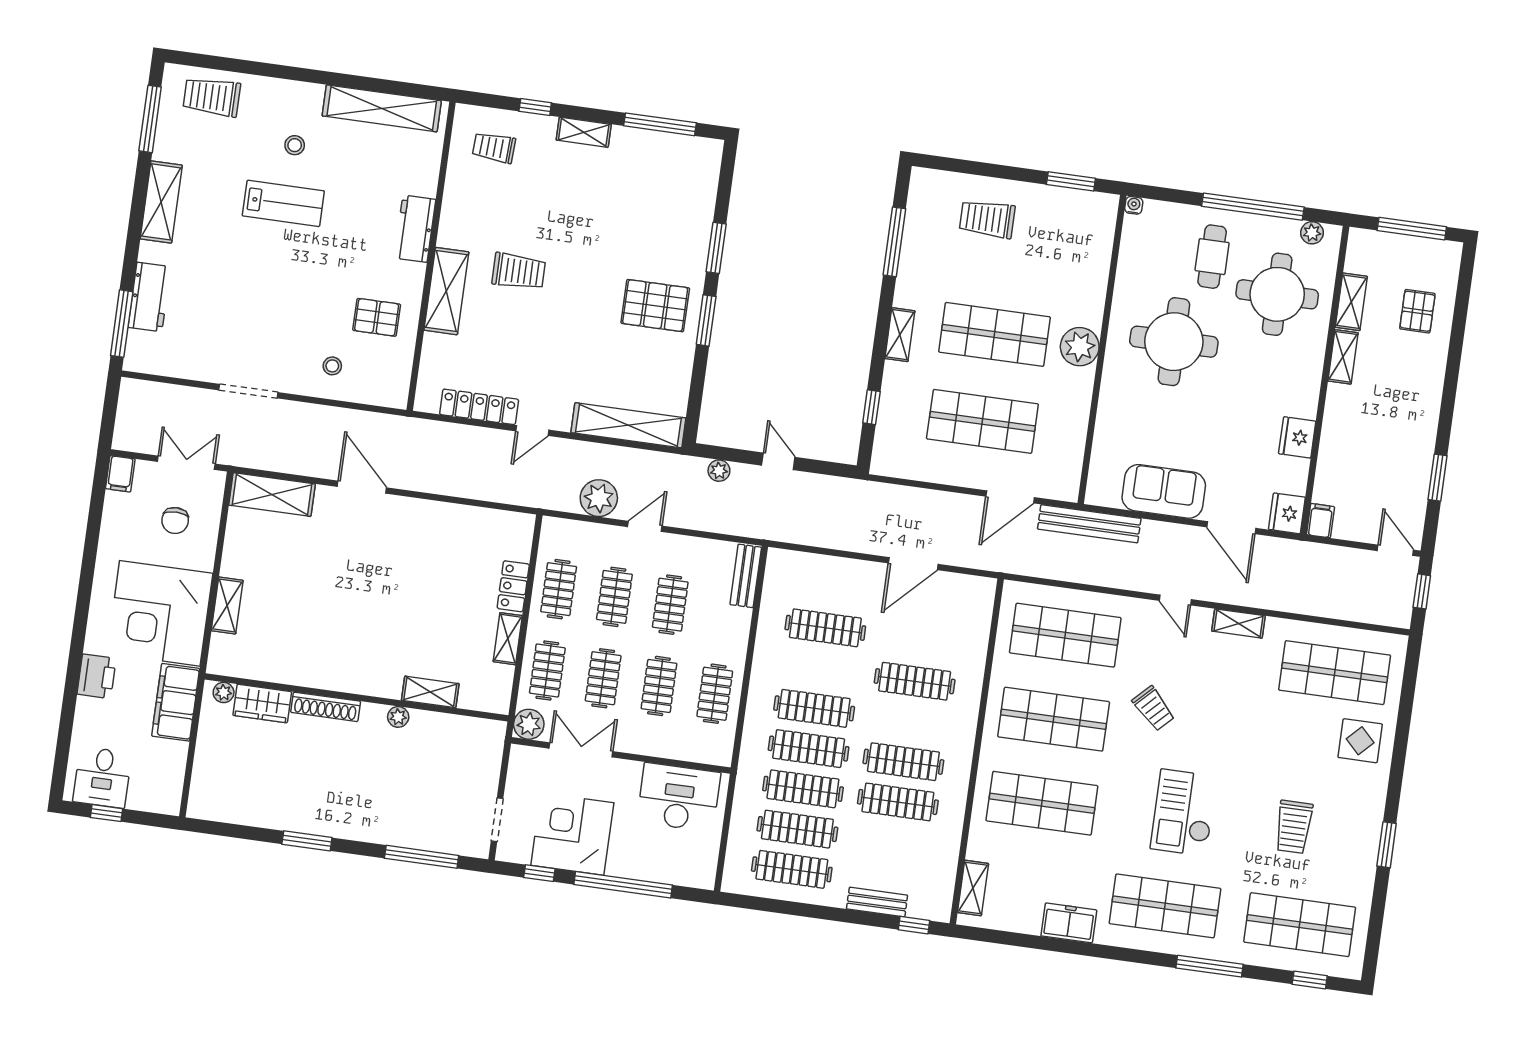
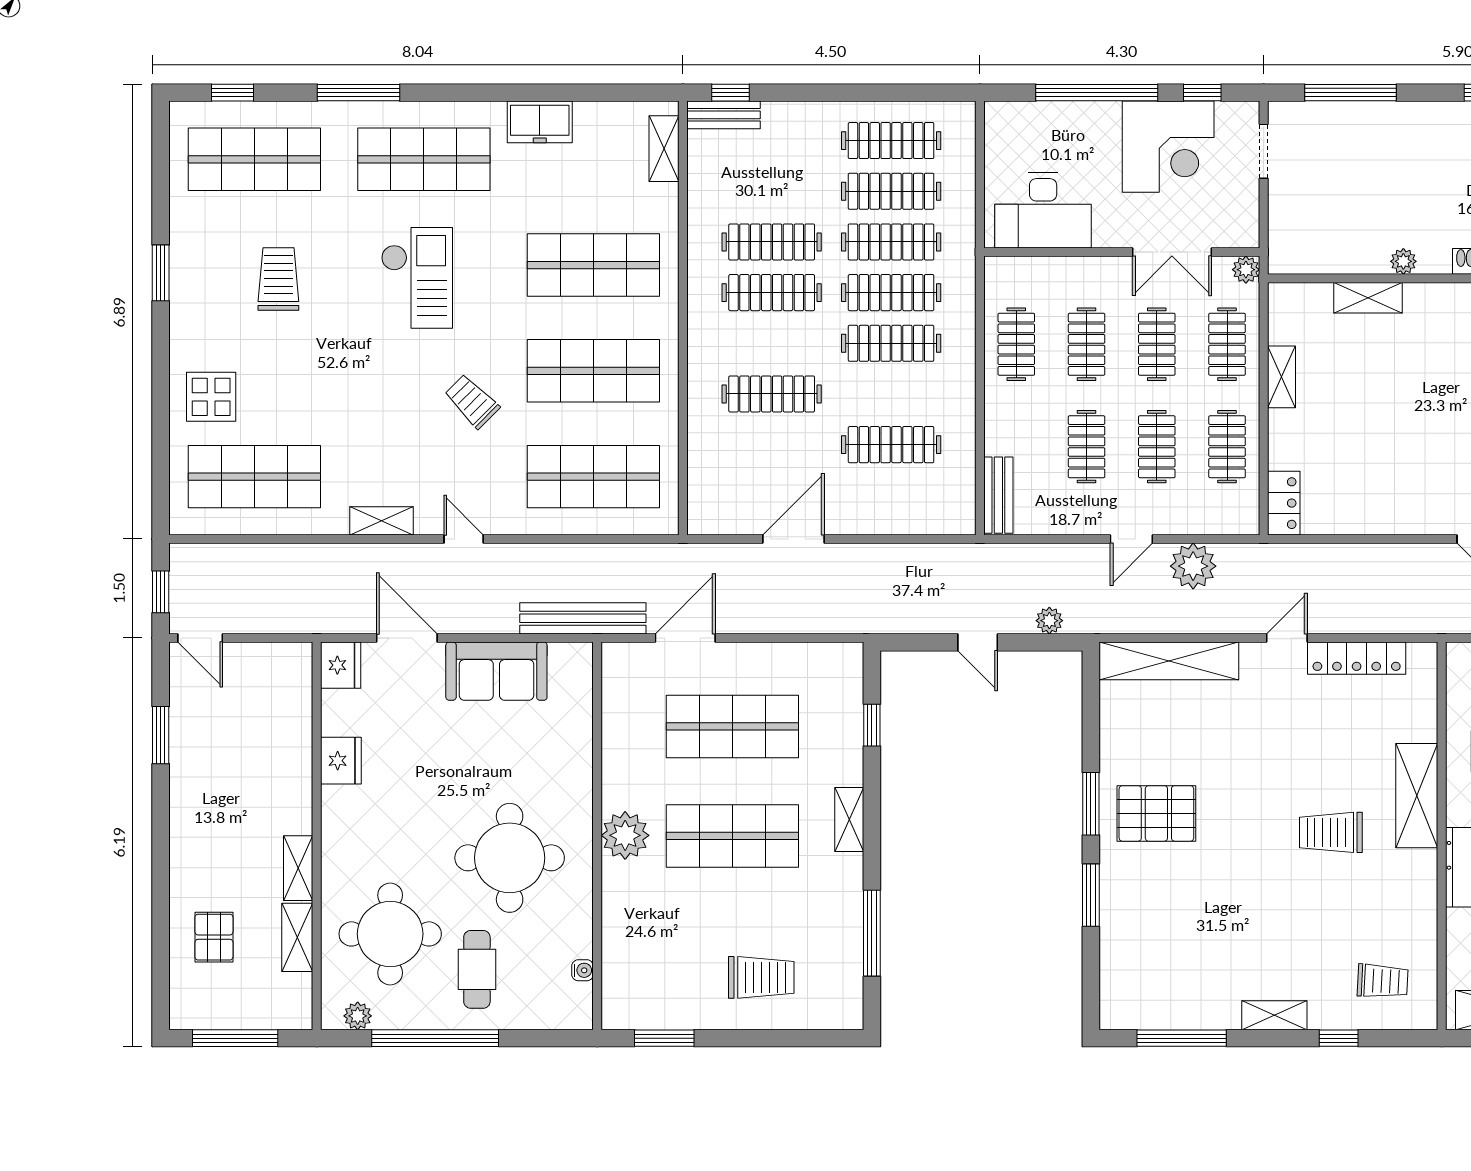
water cooler: (1134, 205) -> (583, 970), moved, turned -90
filing cabinet: (1321, 521) -> (298, 662), removed
locker: (513, 586) -> (1284, 503), moved
plant: (529, 724) -> (1246, 270), width x0.73, depth x0.73
bench: (877, 902) -> (723, 115), moved

